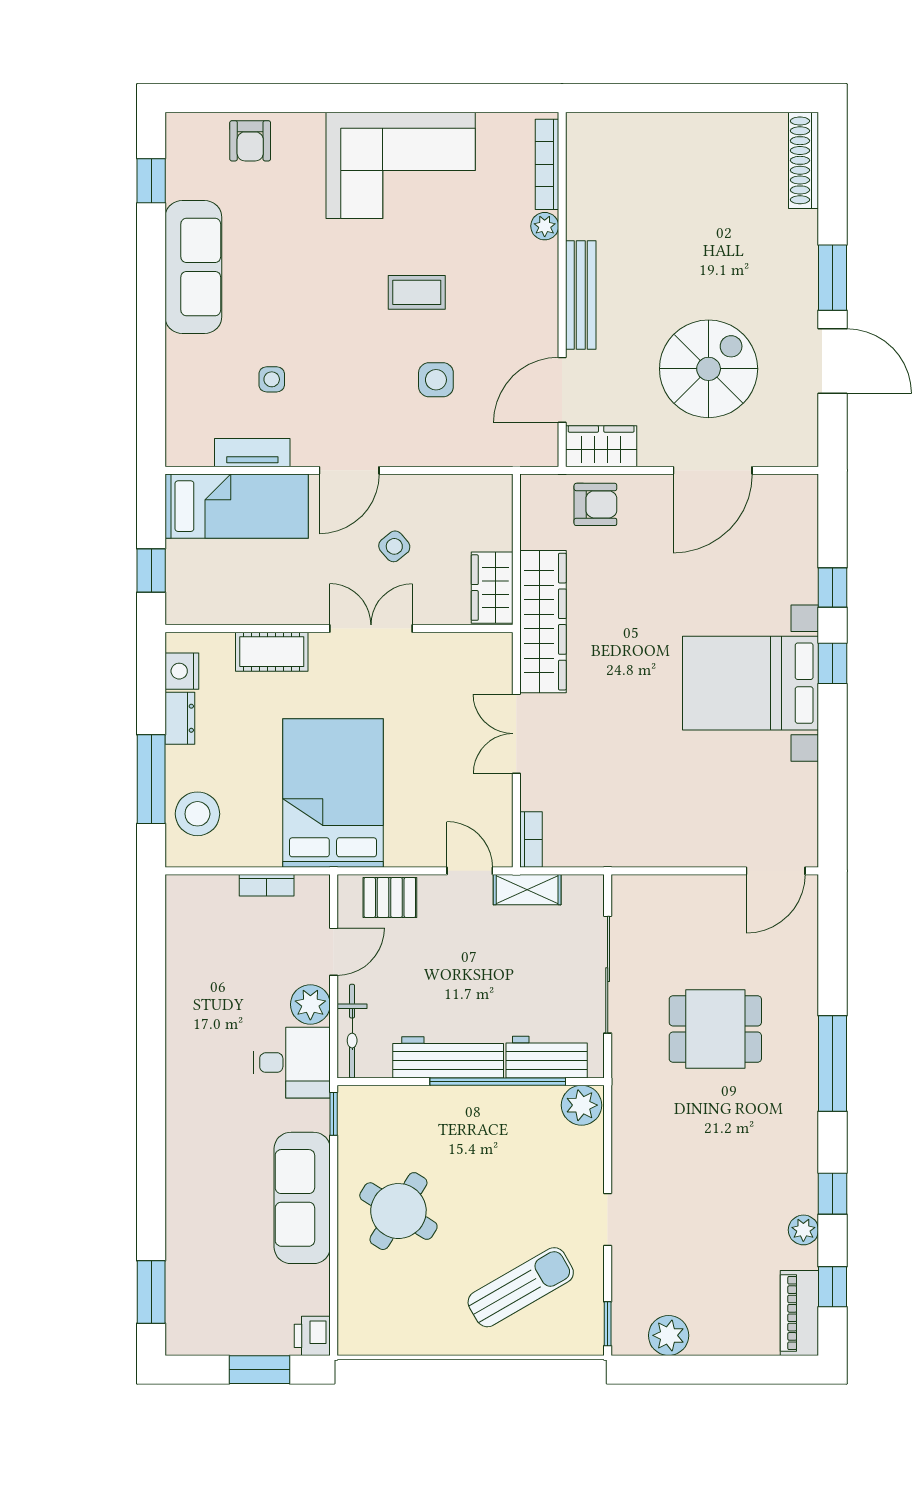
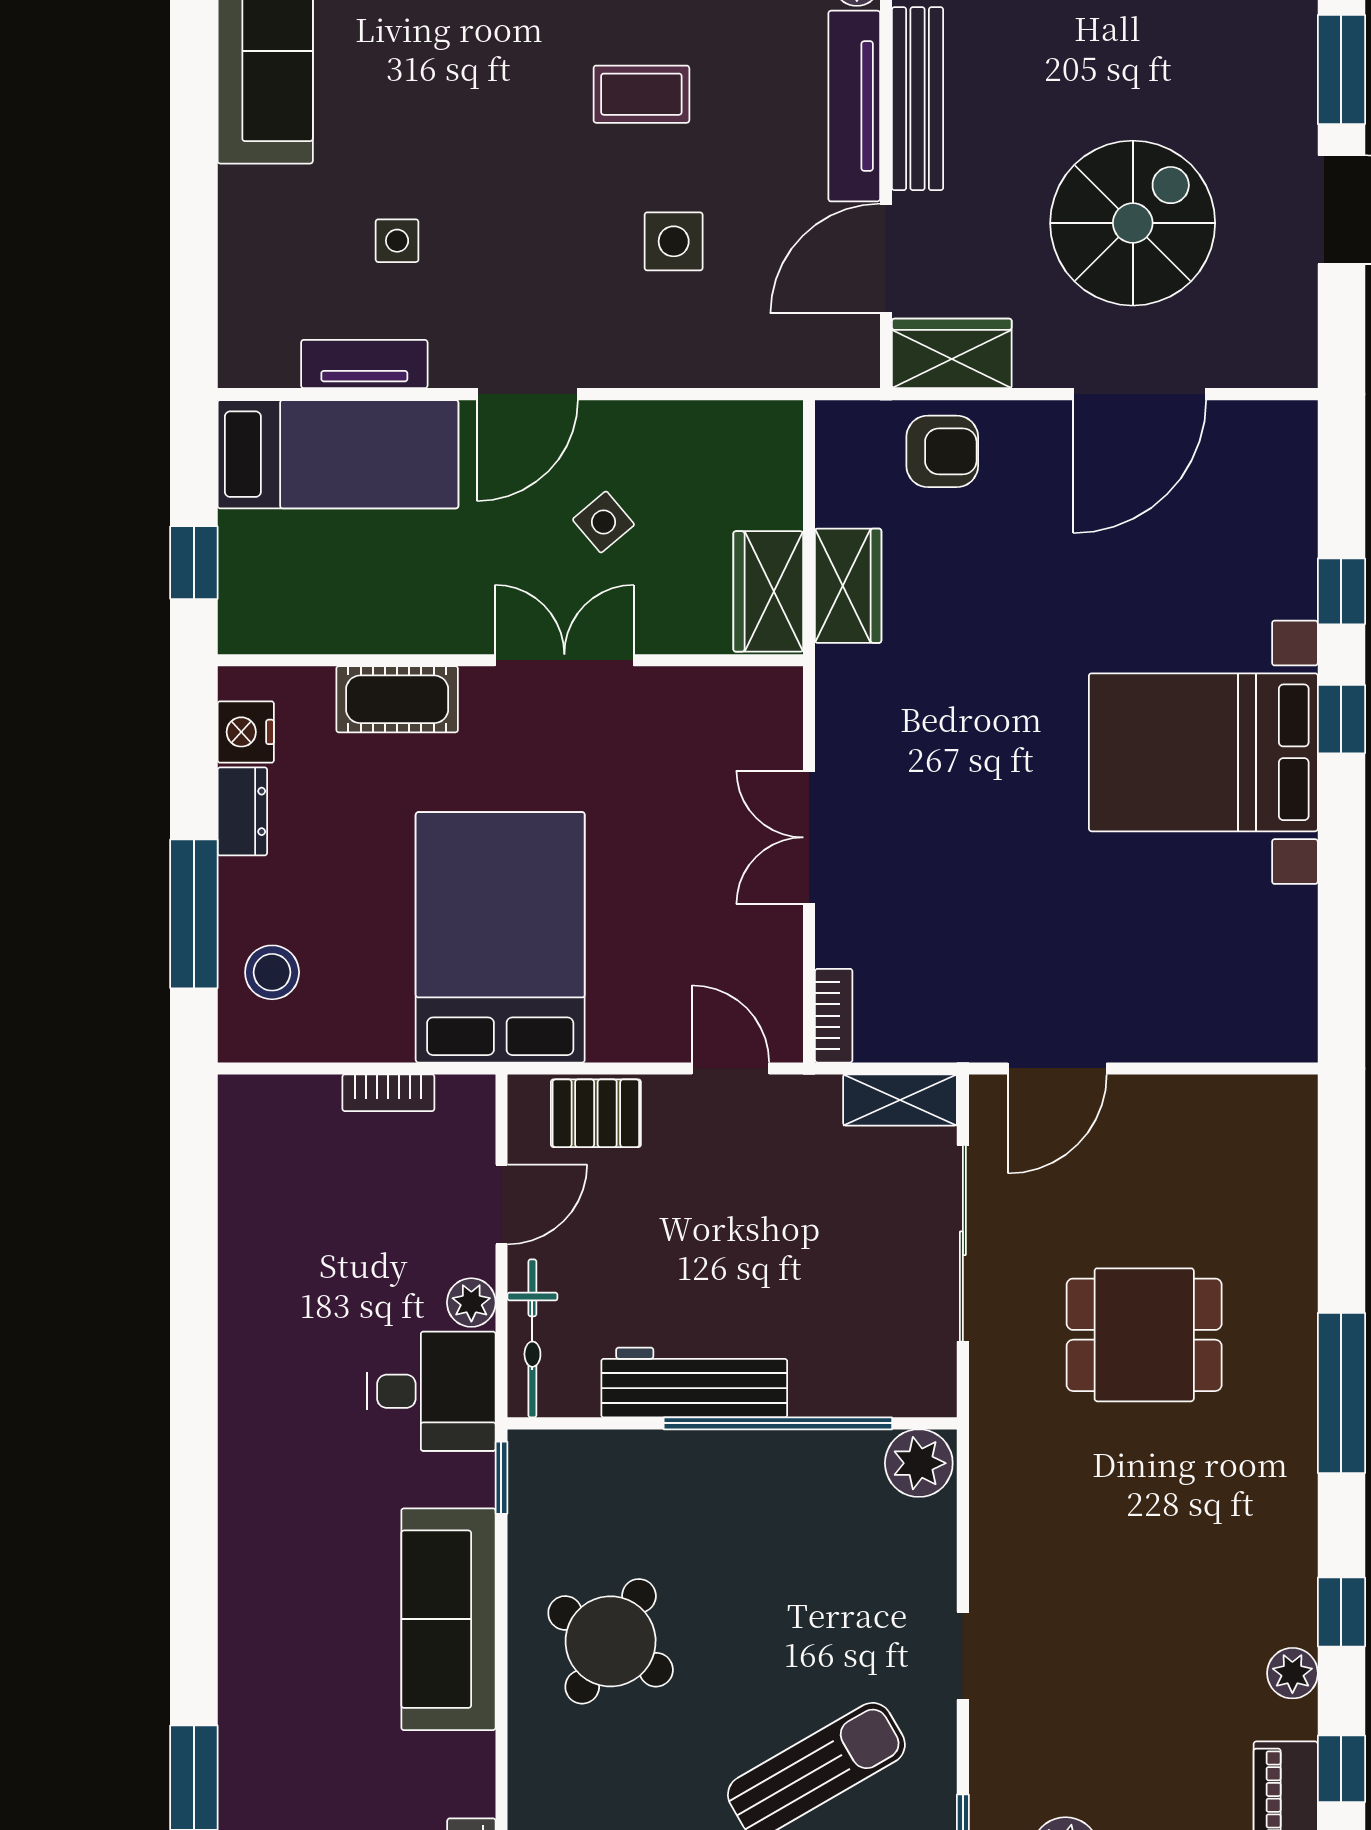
tv unit: (543, 299) -> (854, 106), added
wardrobe: (543, 622) -> (848, 586), width x0.48, depth x0.85
stool: (197, 814) -> (272, 972), width x0.73, depth x0.73
door: (776, 871) -> (1057, 1068), moved
shelving: (527, 890) -> (900, 1100), moved
plant: (310, 1004) -> (471, 1303), width x0.73, depth x0.73
workbench: (547, 1057) -> (860, 1382), removed

